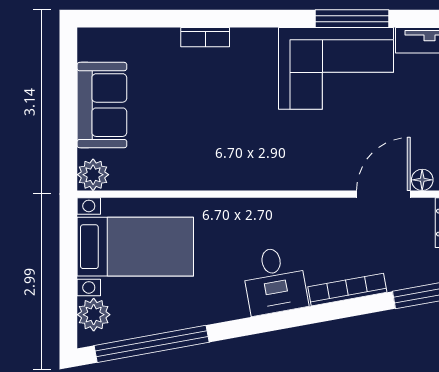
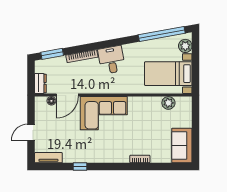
window: (352, 19) -> (80, 167), width x0.46
corner sofa: (336, 68) -> (104, 113), moved, turned 180
sofa: (102, 105) -> (182, 146), moved
plant: (93, 175) -> (168, 103), moved

